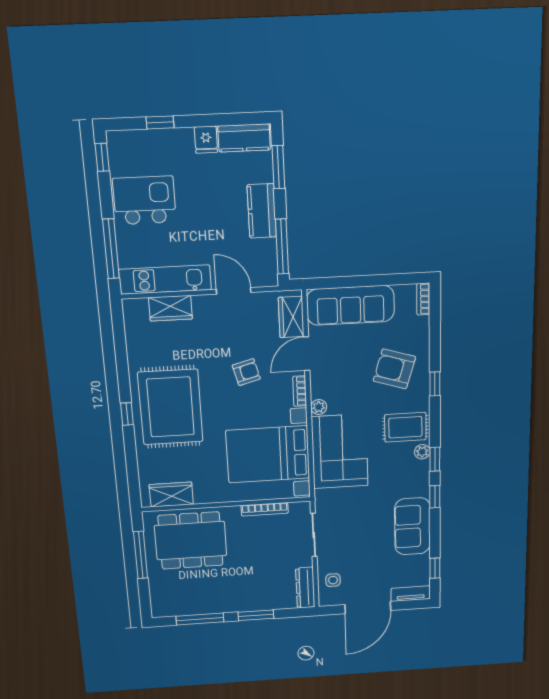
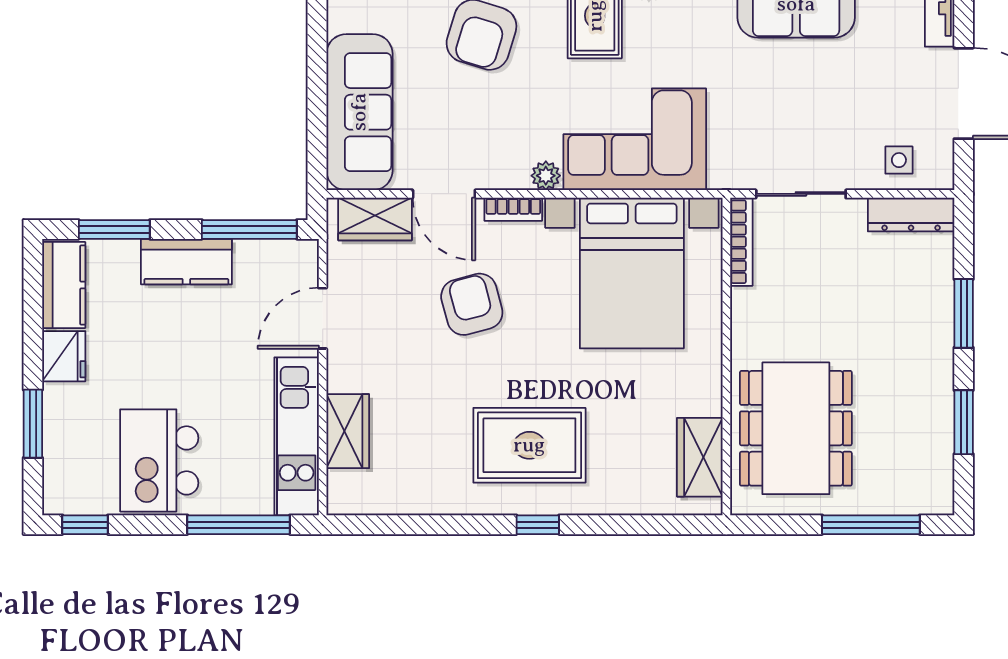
window: (160, 122) -> (33, 424), width x1.50
fridge: (206, 140) -> (64, 356), width x1.38
armchair: (246, 372) -> (472, 304), width x1.38, depth x1.38
rug: (171, 407) -> (529, 445), width x0.73, depth x0.69
bookcase: (265, 509) -> (741, 242), moved
window: (141, 555) -> (871, 525), moved
window: (200, 619) -> (964, 422), width x0.69

